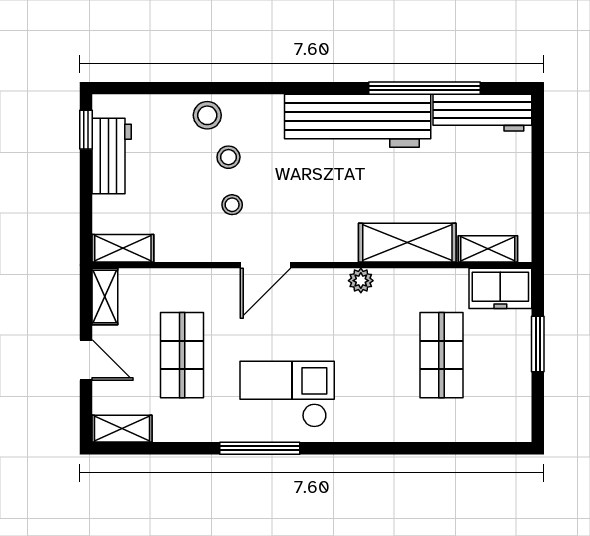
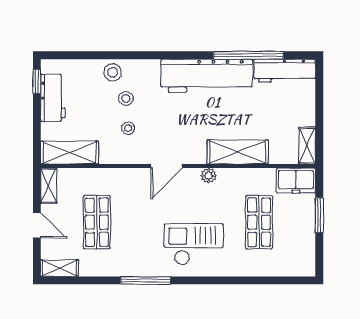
shelving: (123, 248) -> (70, 153), width x1.50, depth x1.33
shelving: (488, 249) -> (307, 146), moved, turned 90
door: (265, 265) -> (167, 166), moved
checkout: (287, 394) -> (194, 244), moved

